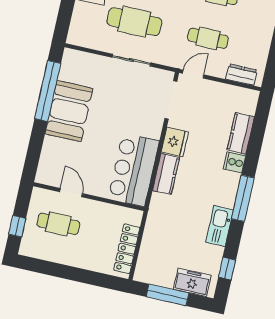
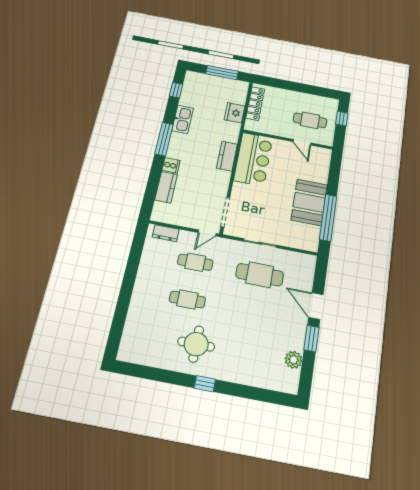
fridge: (175, 142) -> (235, 113), moved
freezer: (192, 282) -> (203, 81), removed

